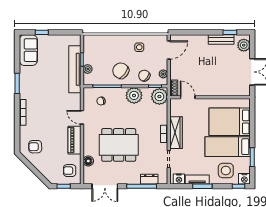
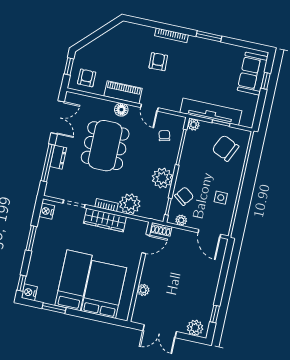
bench: (221, 39) -> (208, 301), removed
sofa: (28, 50) -> (253, 74), moved, turned 90
plant: (88, 69) -> (194, 125), moved
chair: (121, 71) -> (225, 148), moved, turned -102
plant: (223, 91) -> (143, 290), added
plant: (159, 97) -> (130, 204), moved
door: (82, 117) -> (149, 108), swing flipped
armchair: (35, 147) -> (158, 62), moved
floor lamp: (88, 161) -> (121, 110), moved
side table: (226, 170) -> (44, 272), removed
dresser: (149, 179) -> (58, 157), moved
tv unit: (197, 179) -> (41, 234), removed
double door: (105, 186) -> (58, 117), swing flipped

